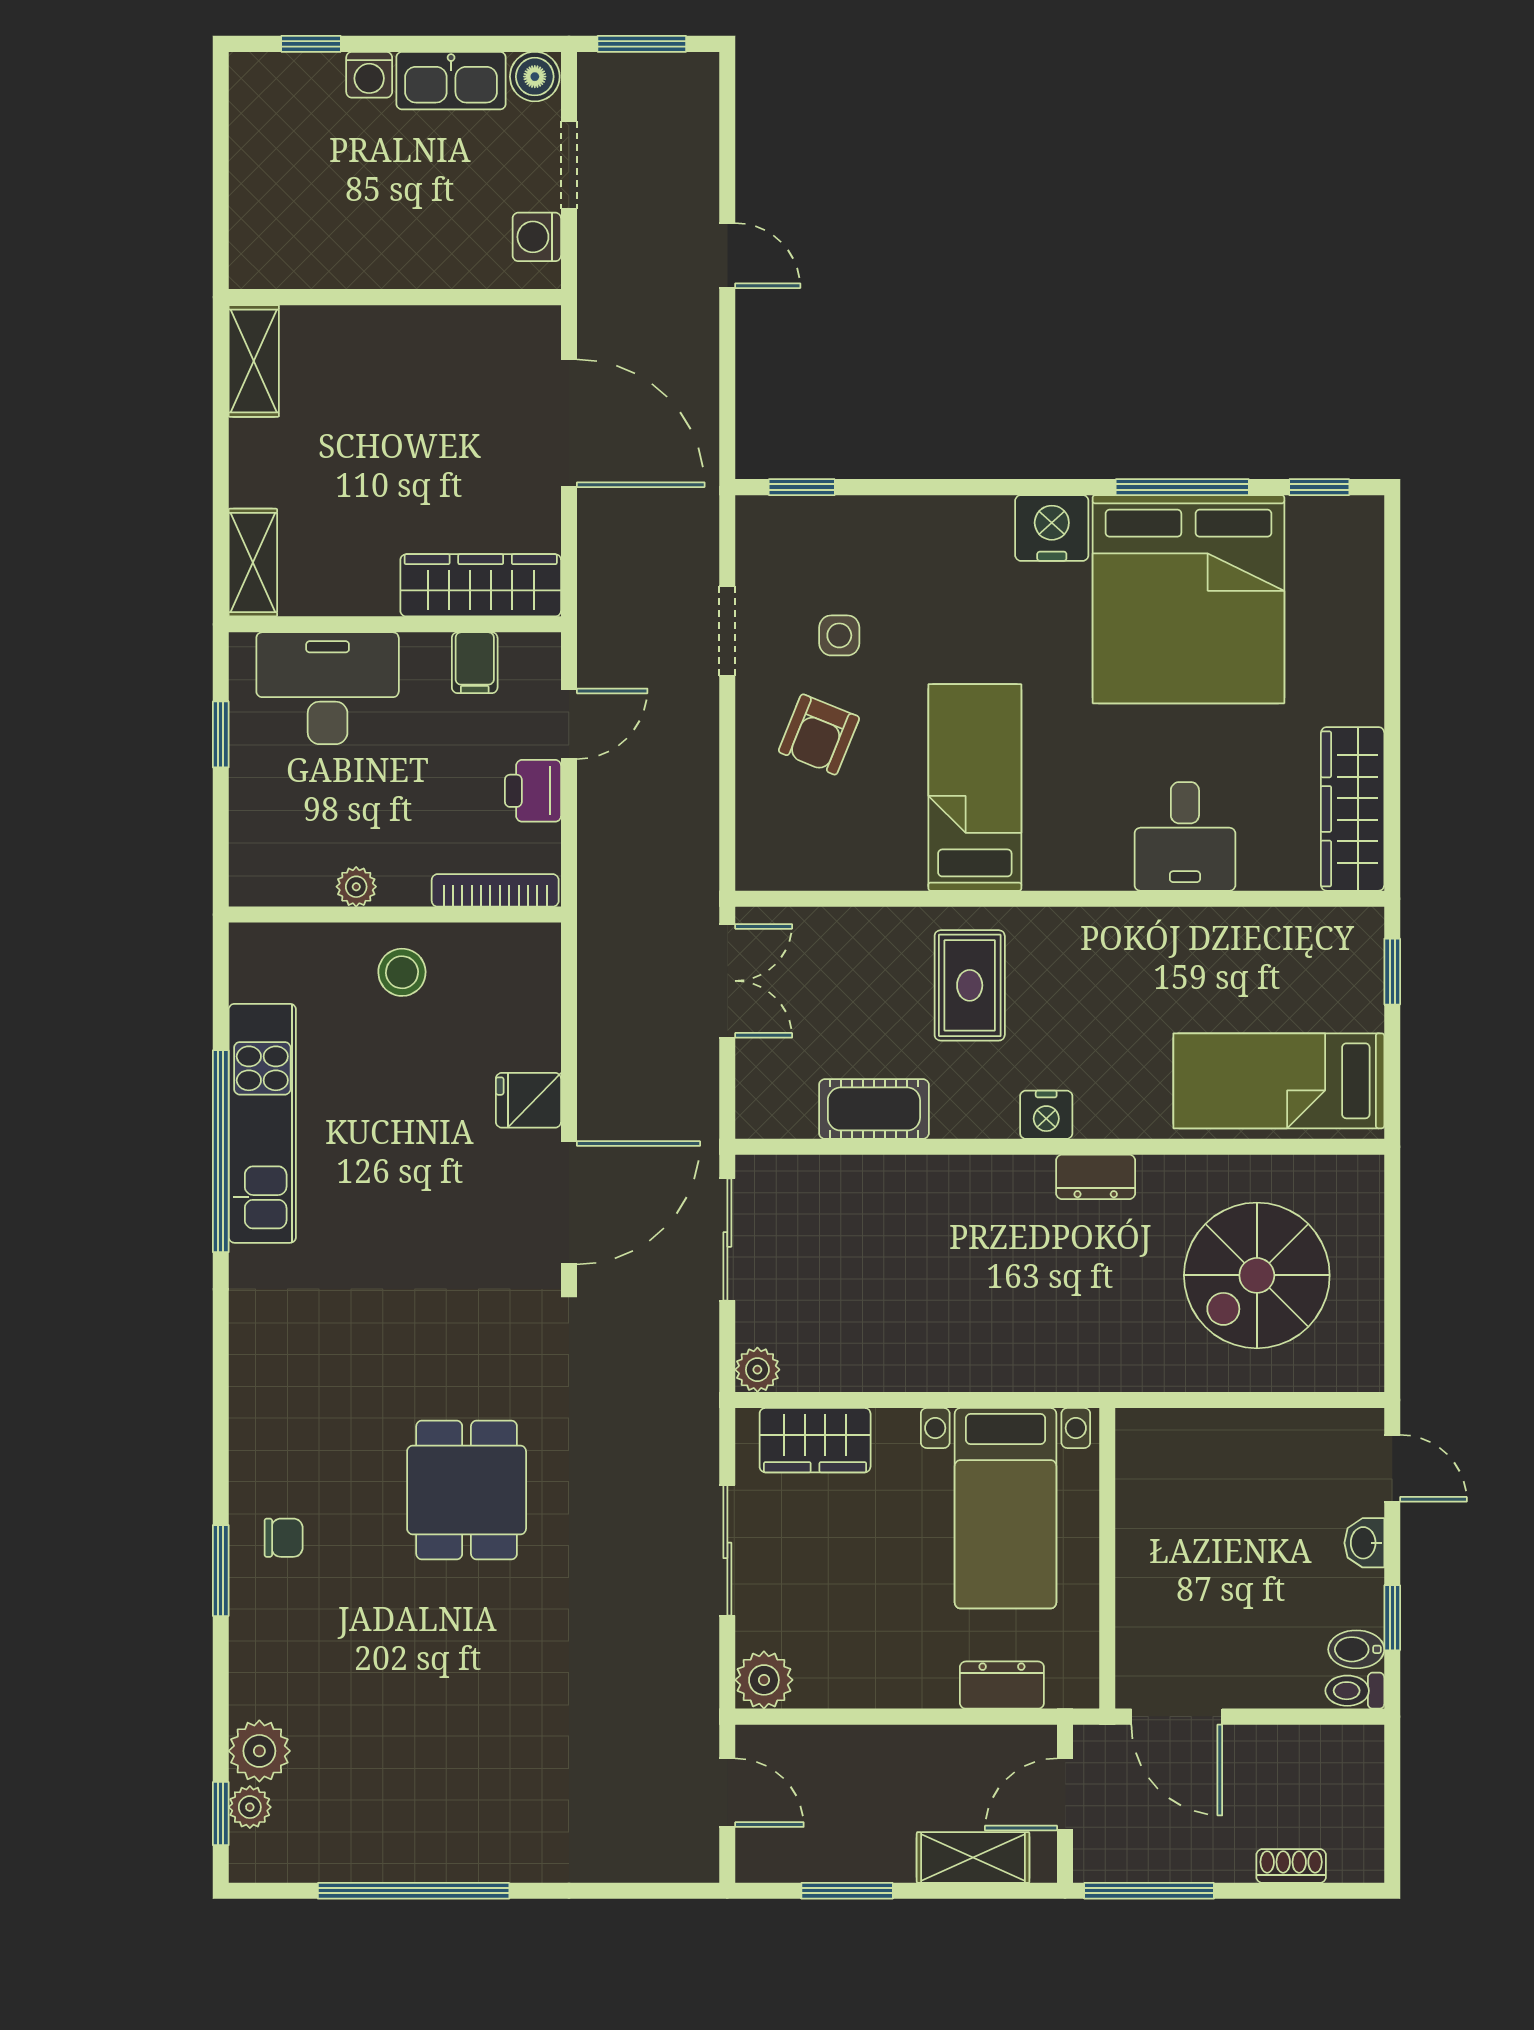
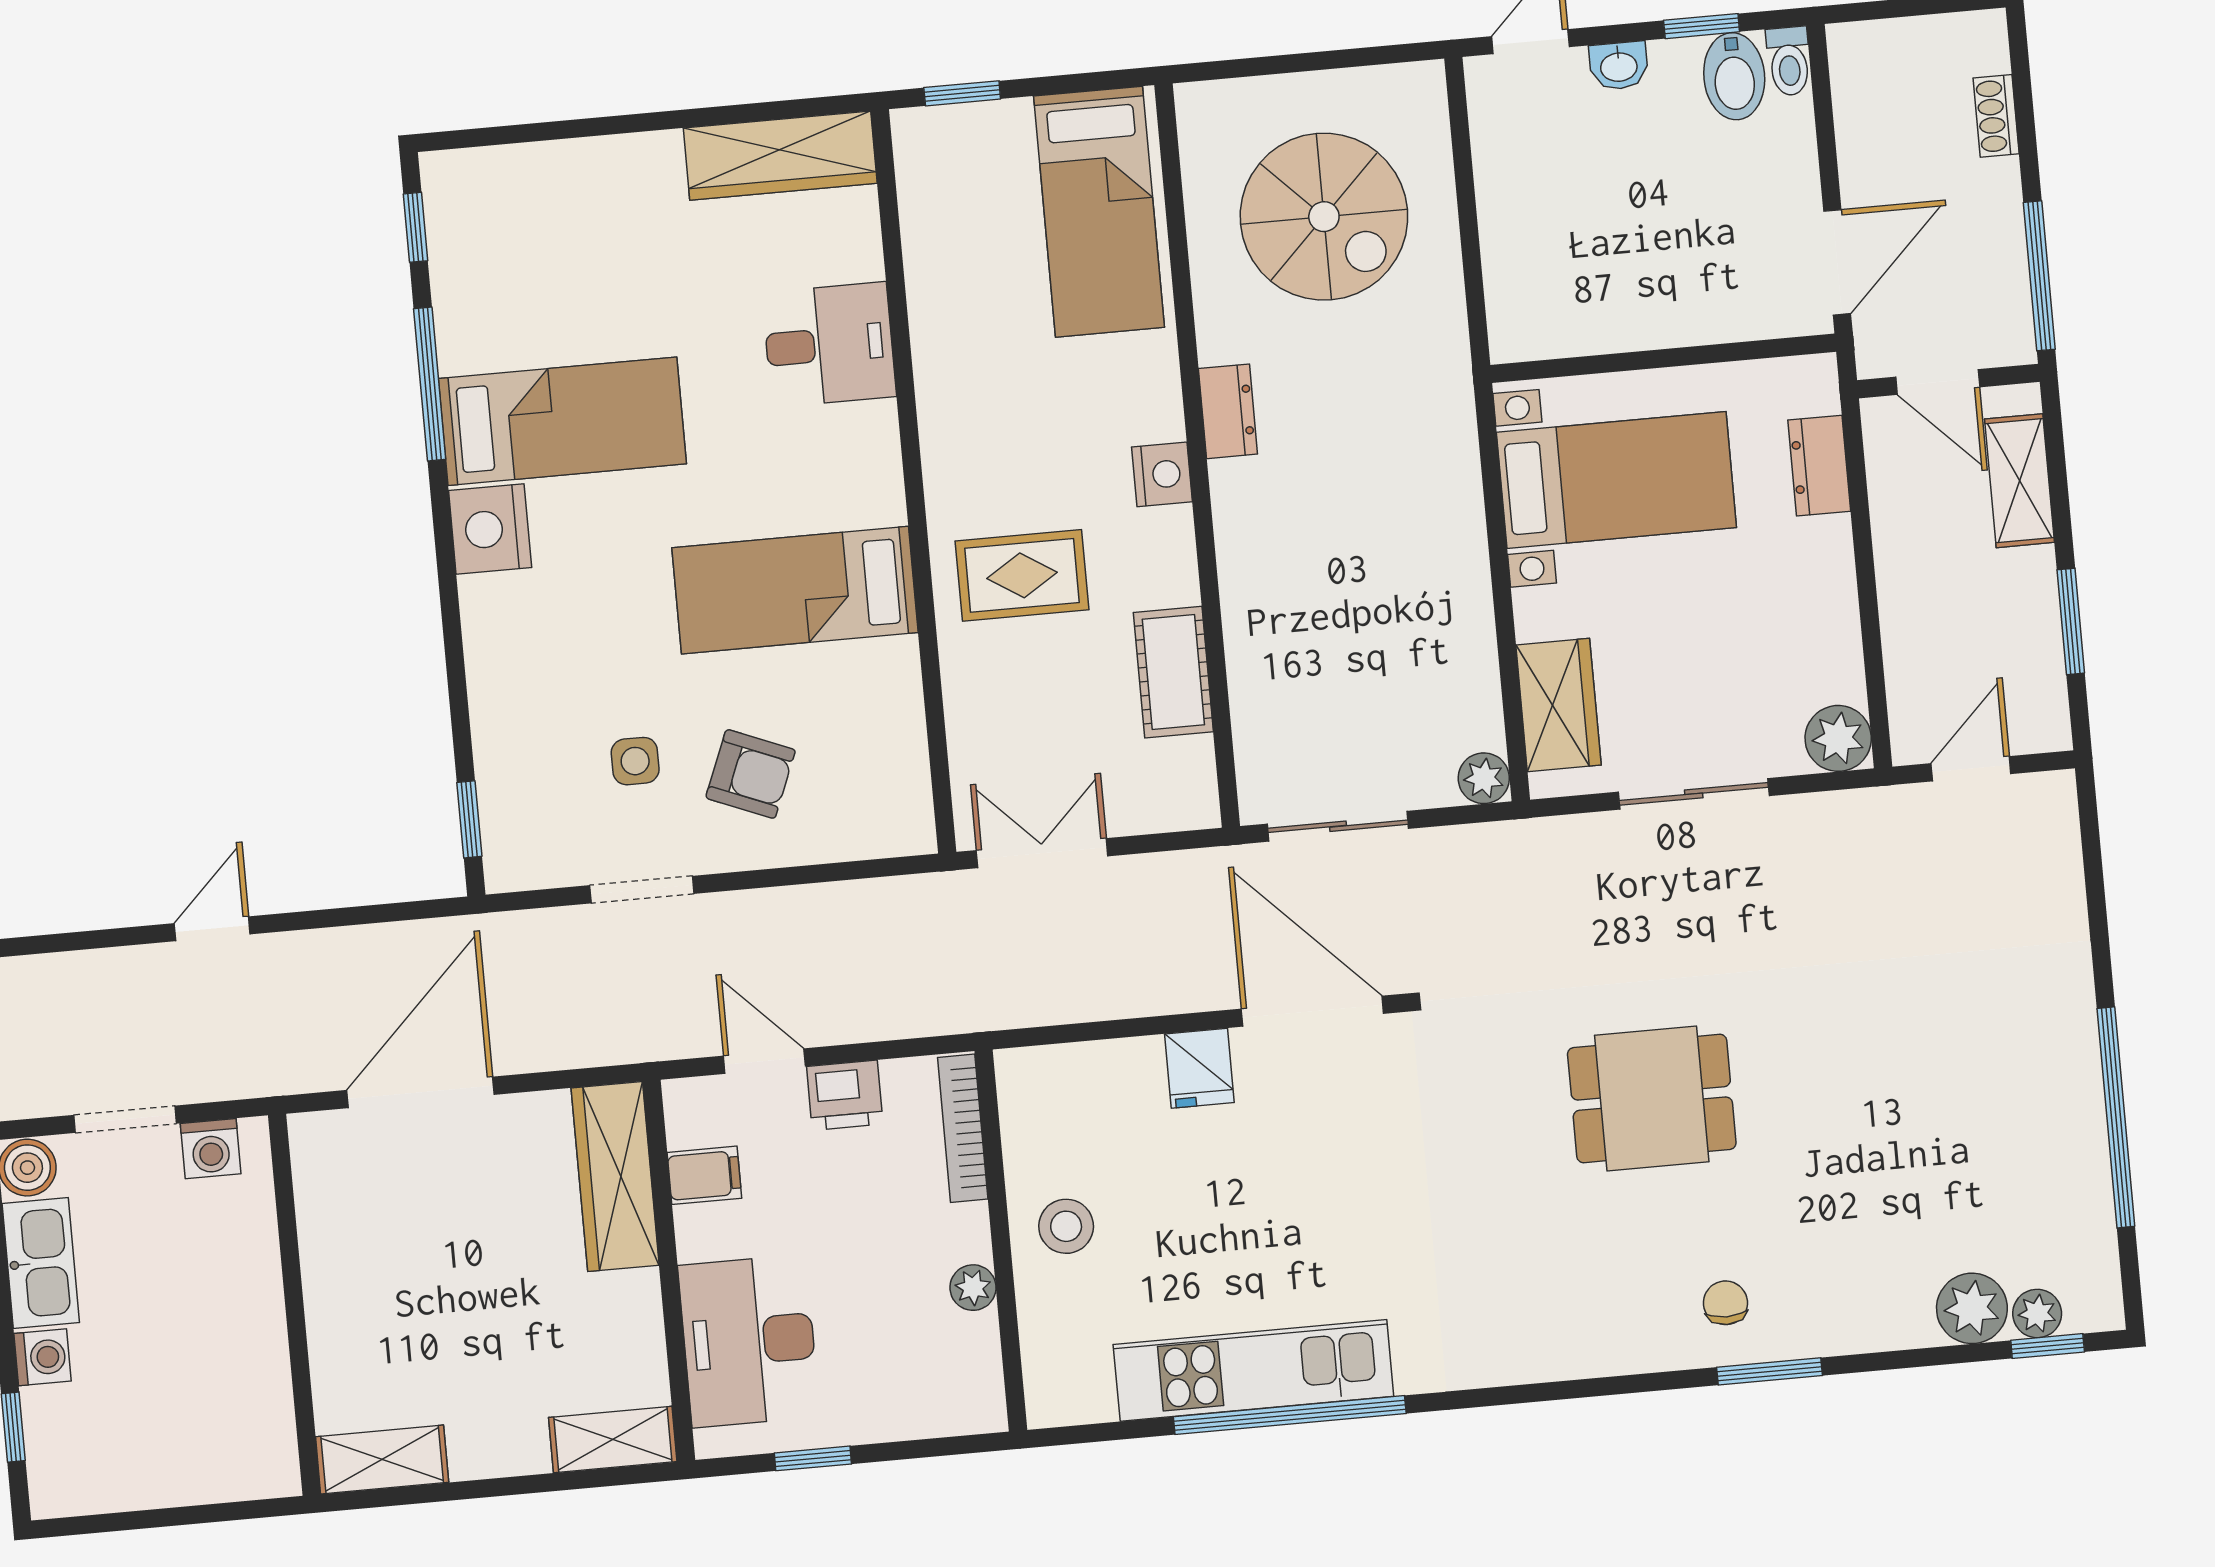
bed: (1188, 599) -> (562, 421), width x0.49
bidet: (1356, 1649) -> (1734, 76), width x1.38, depth x1.36

